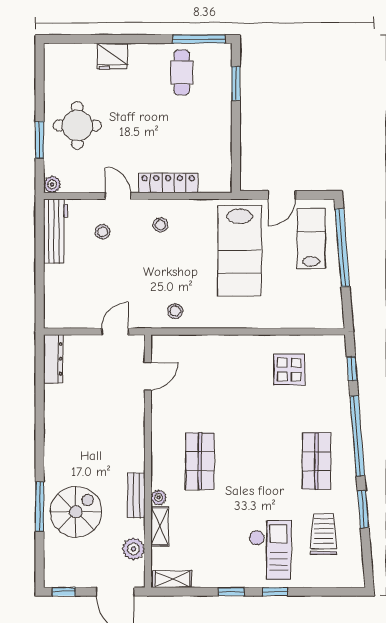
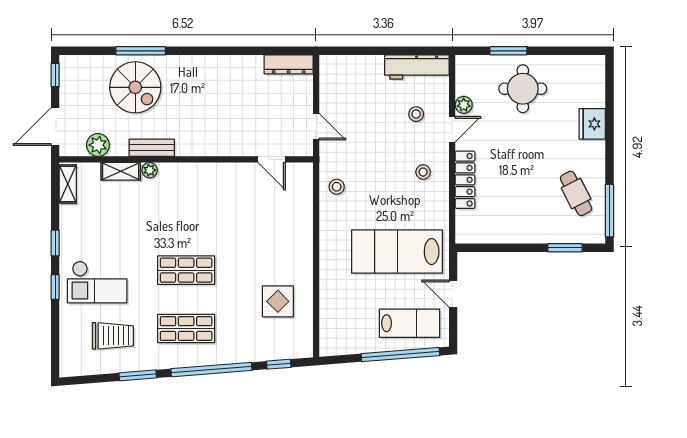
cafe table: (182, 72) -> (576, 193), turned 63
plant: (52, 184) -> (464, 105), moved
shop shelf: (200, 461) -> (186, 270), moved

